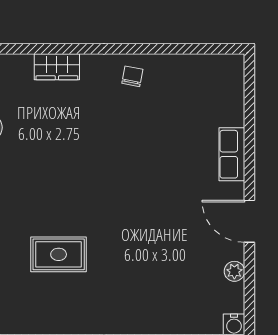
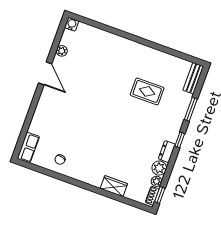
chair: (132, 76) -> (60, 159), moved
row of seats: (232, 154) -> (28, 147), moved

